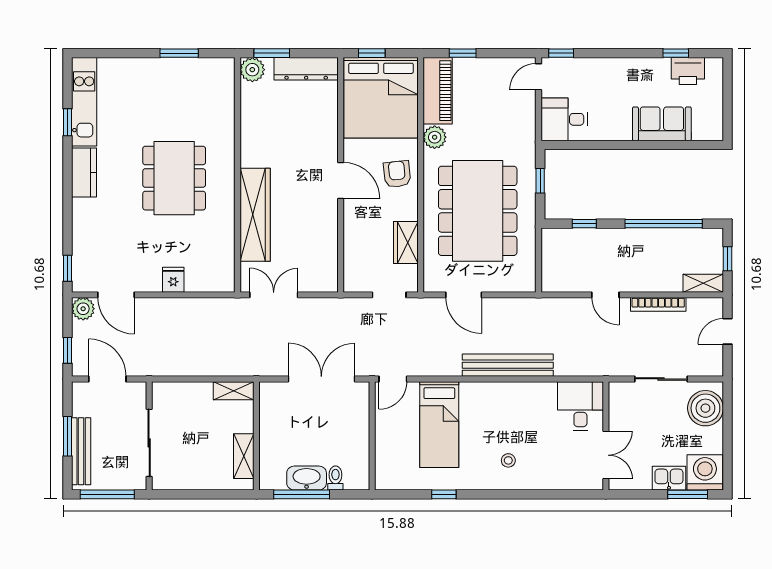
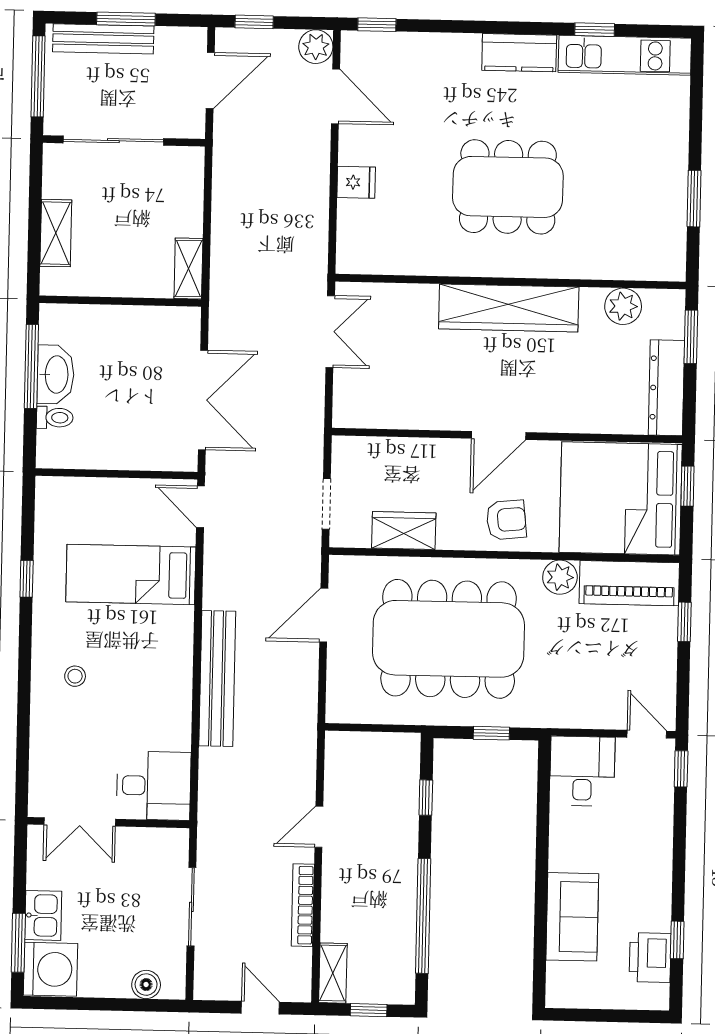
plant: (252, 70) -> (623, 306), moved
wardrobe: (255, 215) -> (509, 308), moved
door: (116, 295) -> (336, 96), swing flipped
boiler: (705, 408) -> (146, 985), width x0.54, depth x0.54
shelving: (244, 456) -> (56, 233), moved, turned 90

